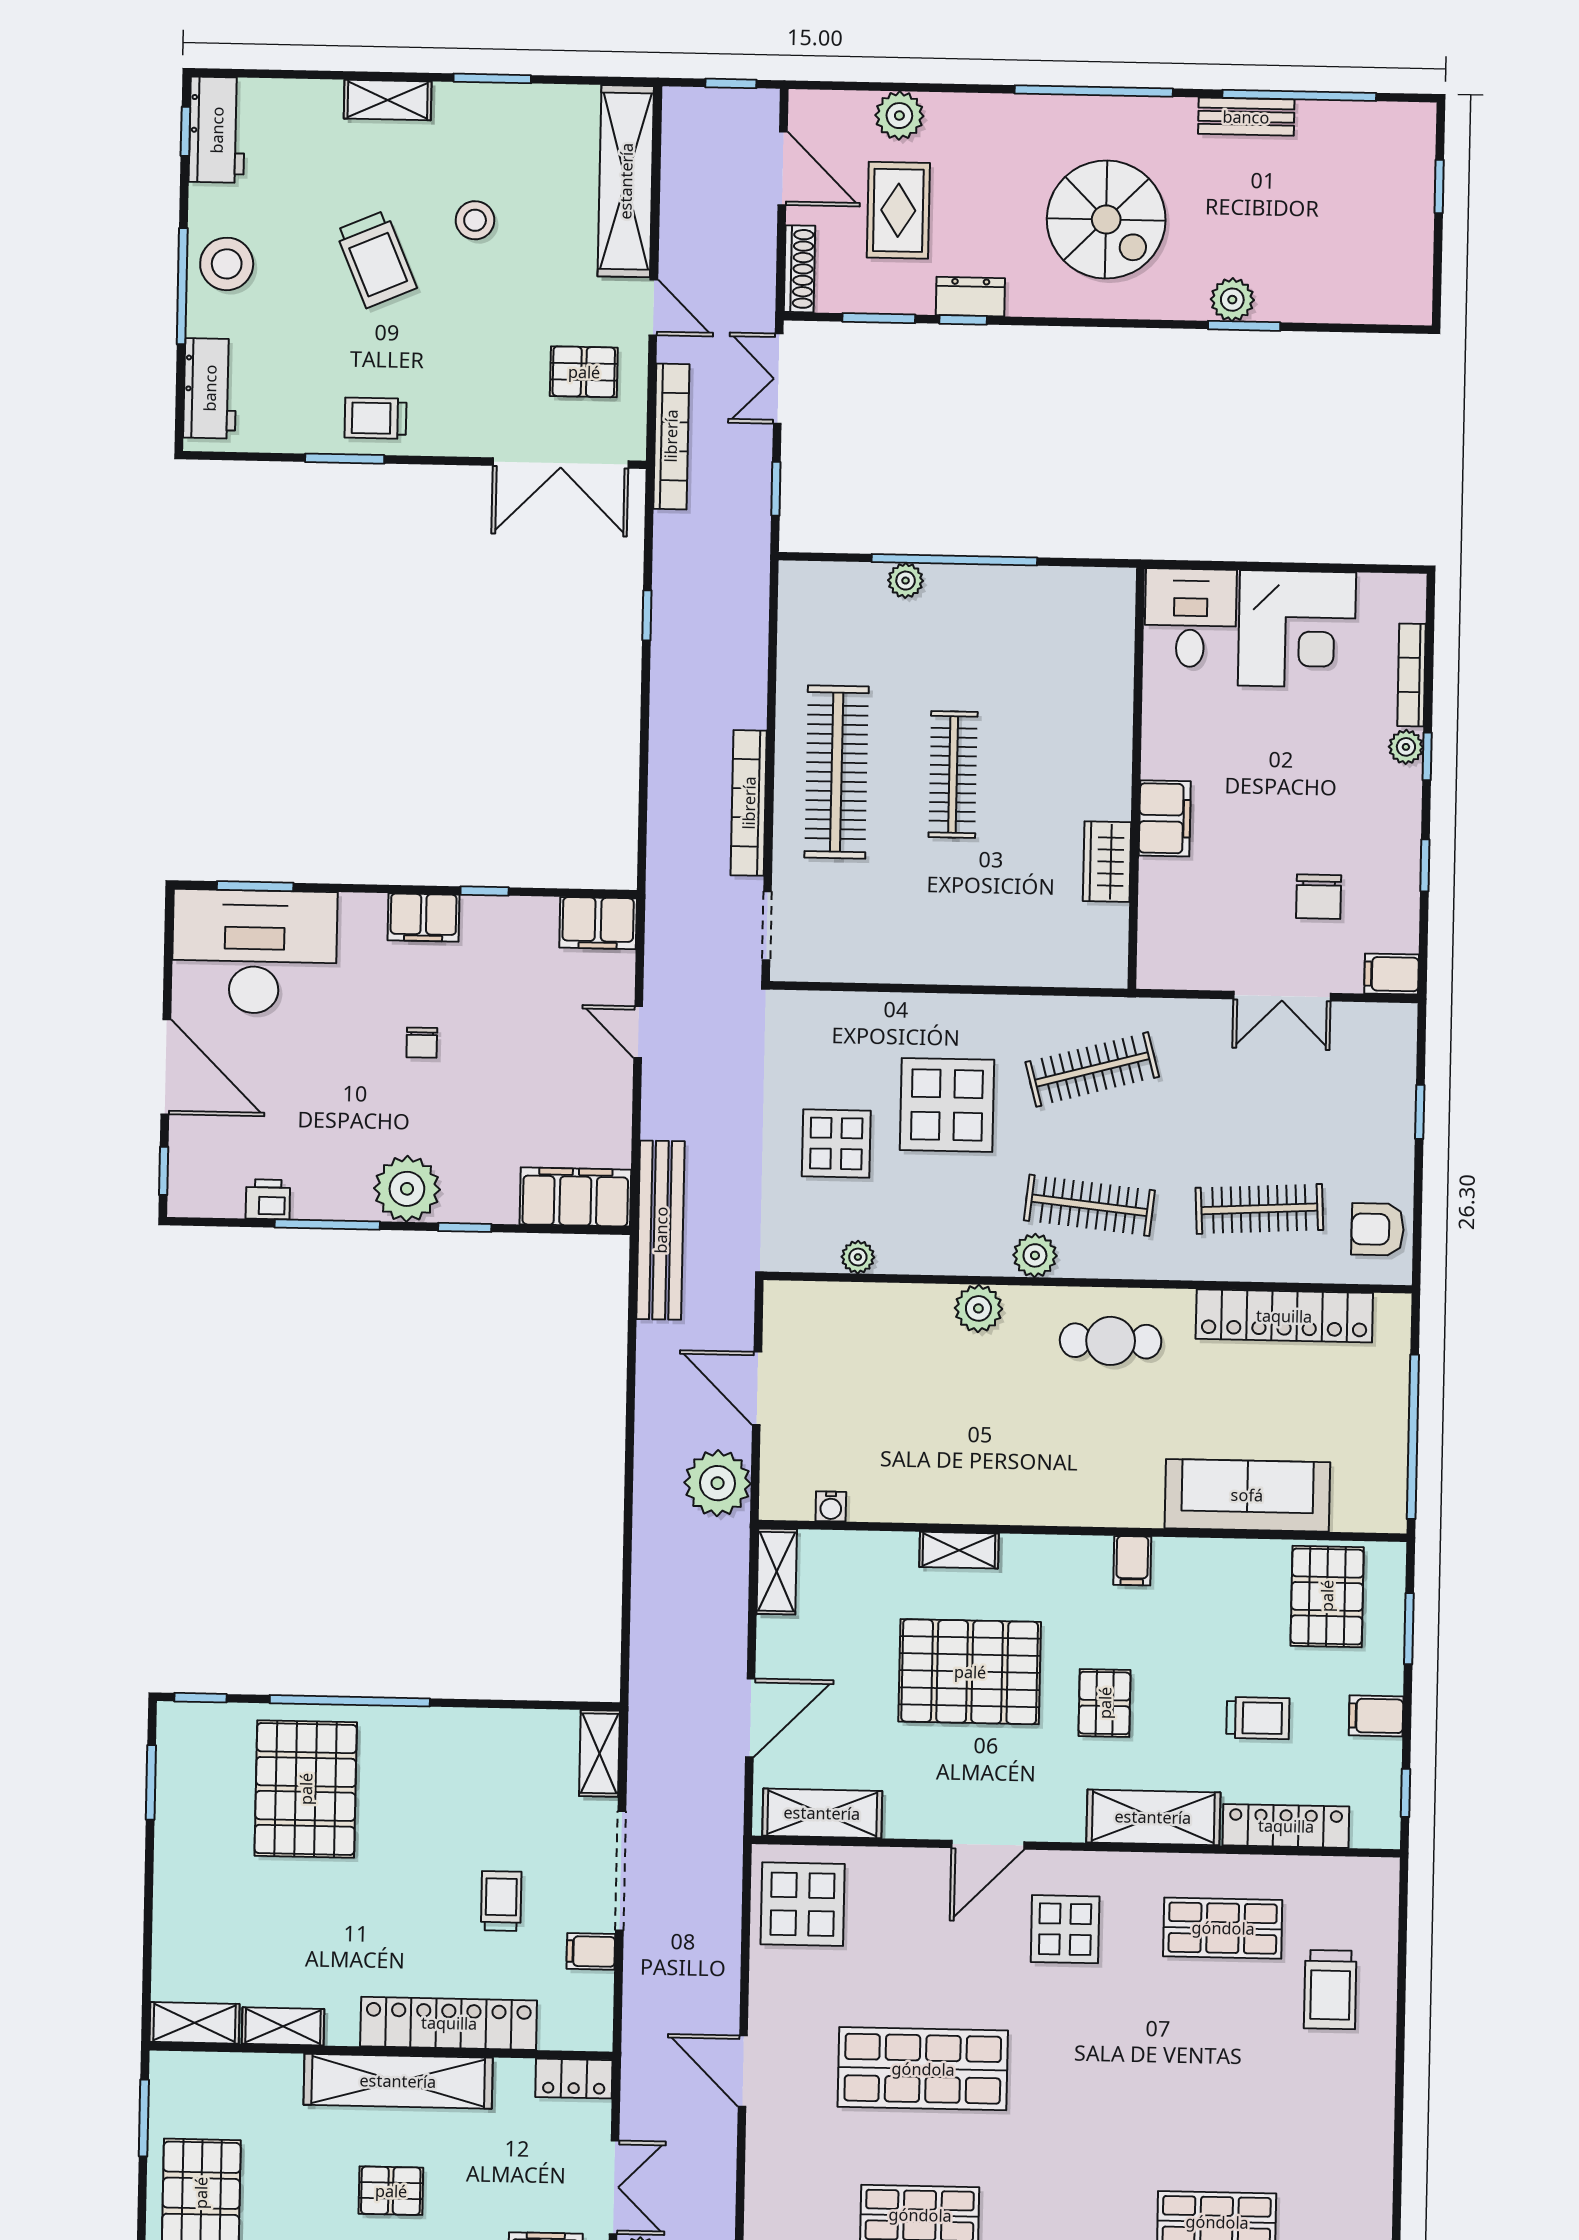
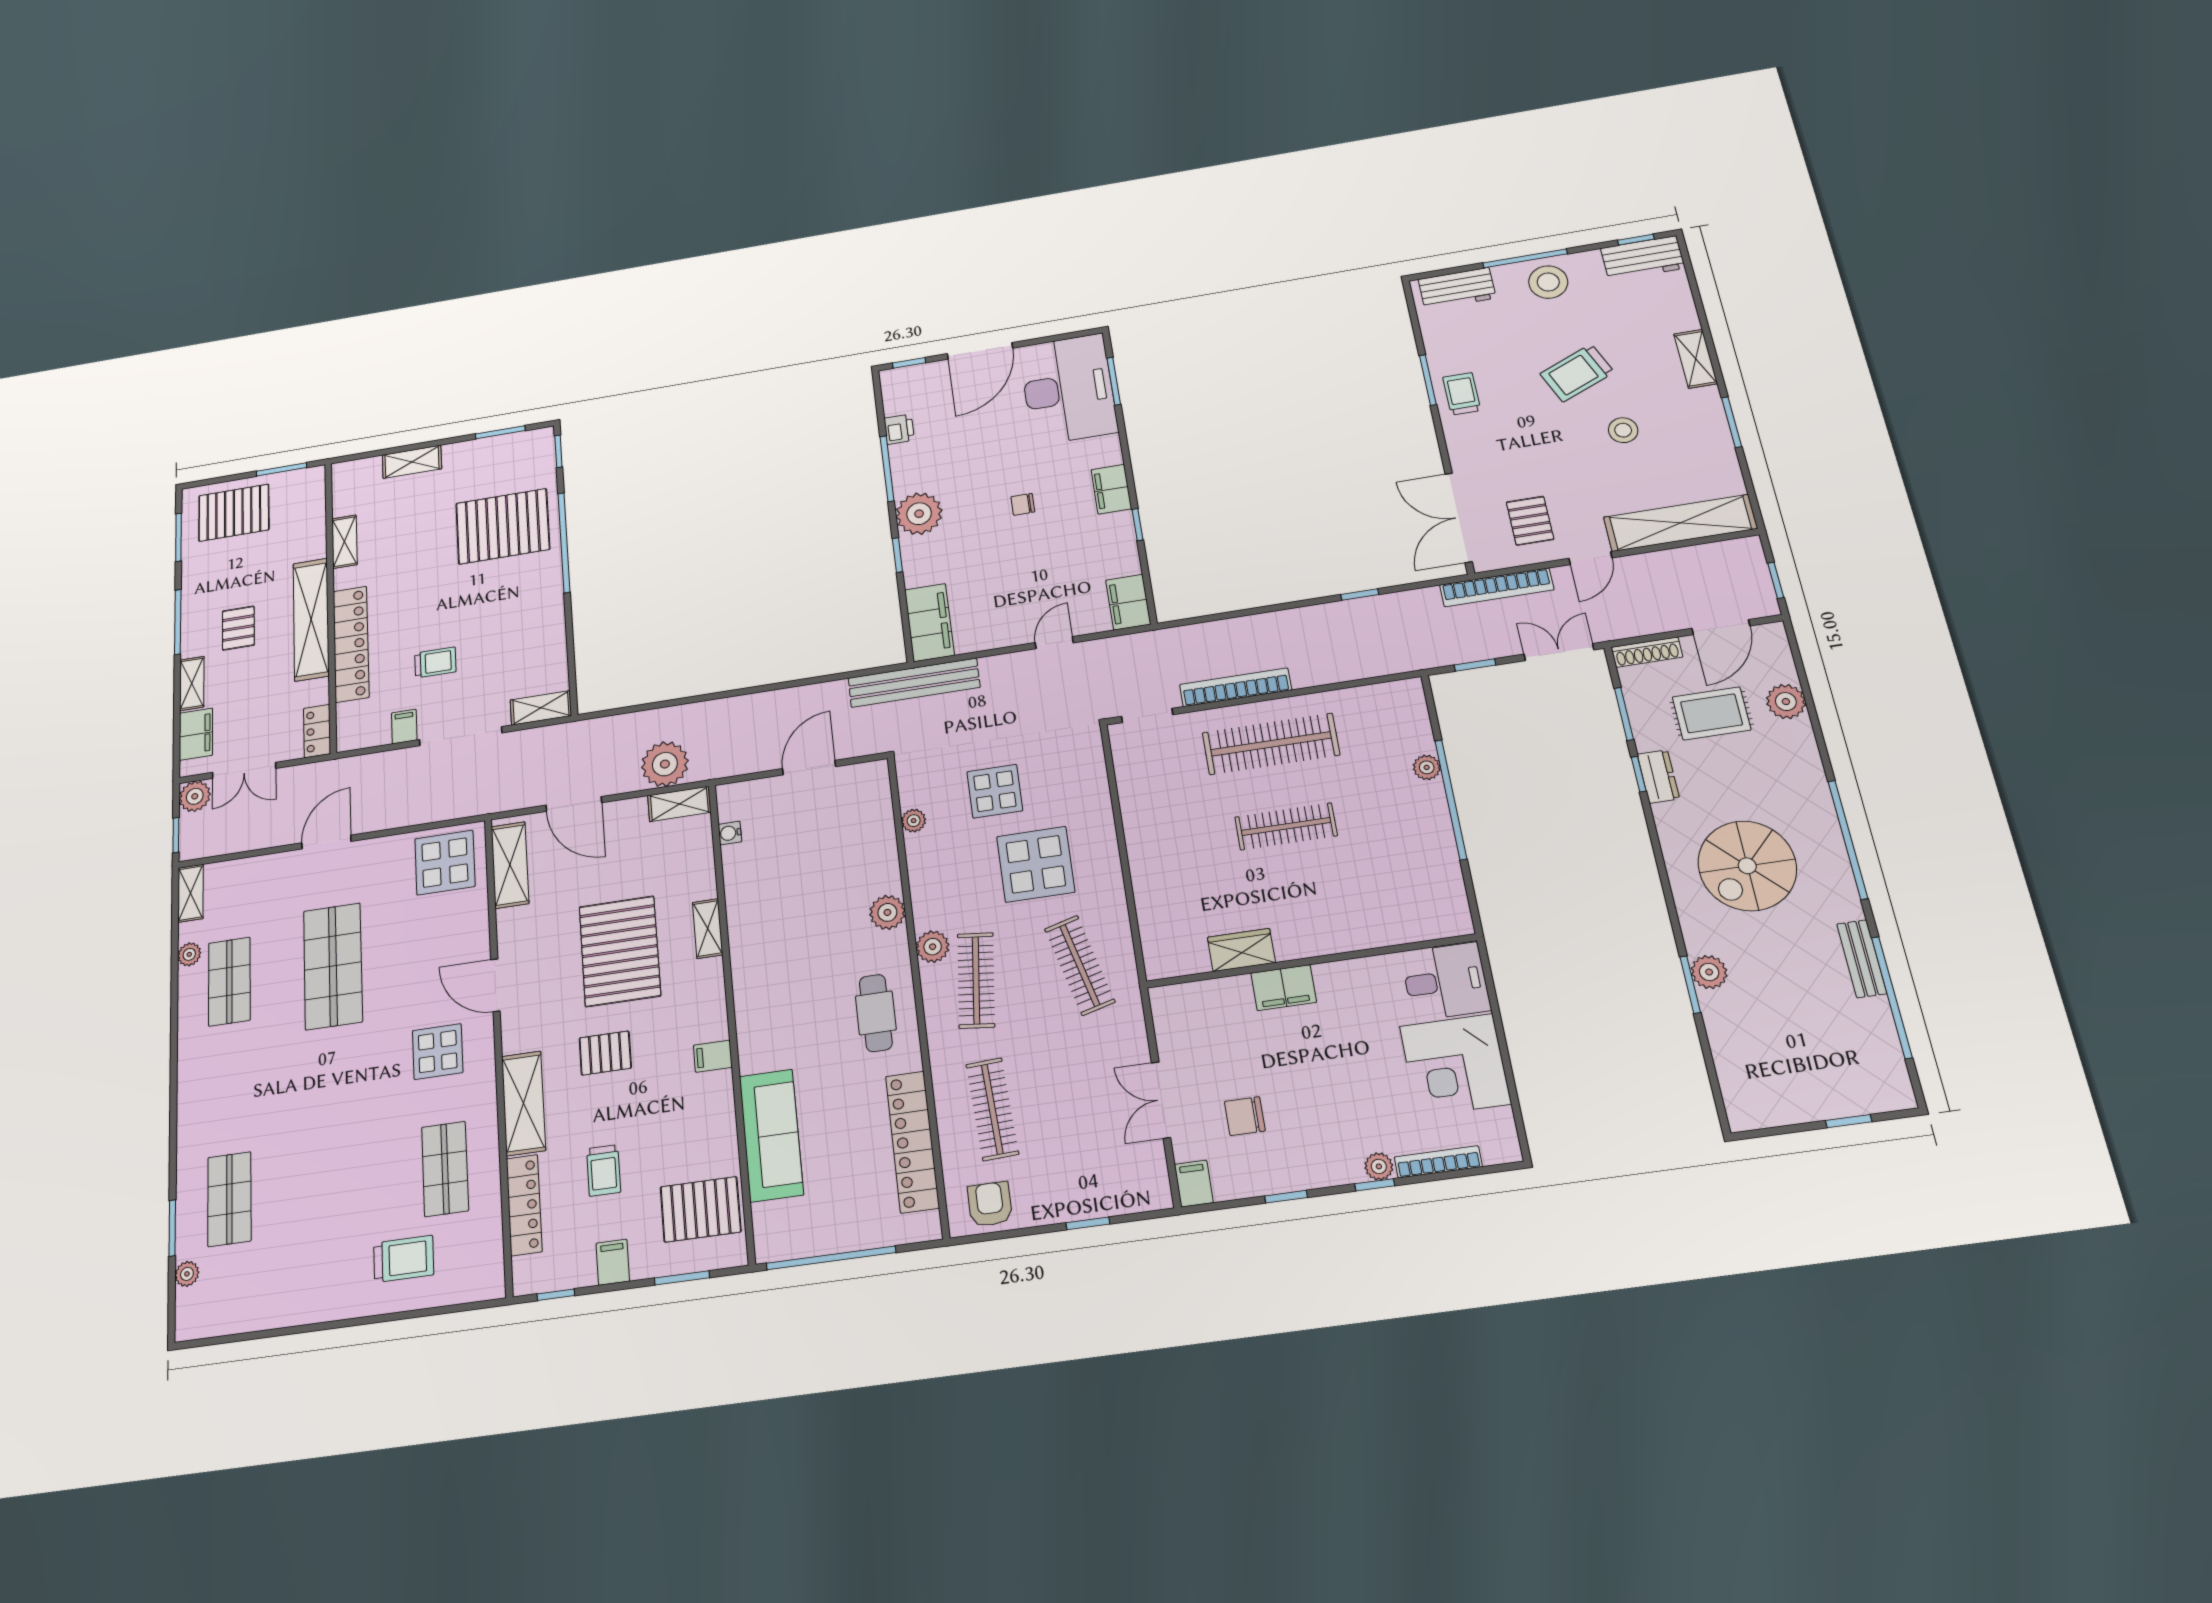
plant: (718, 1483) -> (665, 764), moved
trolley: (1330, 1989) -> (404, 1259), turned 180
shelving: (195, 2023) -> (412, 462), moved, turned 90

